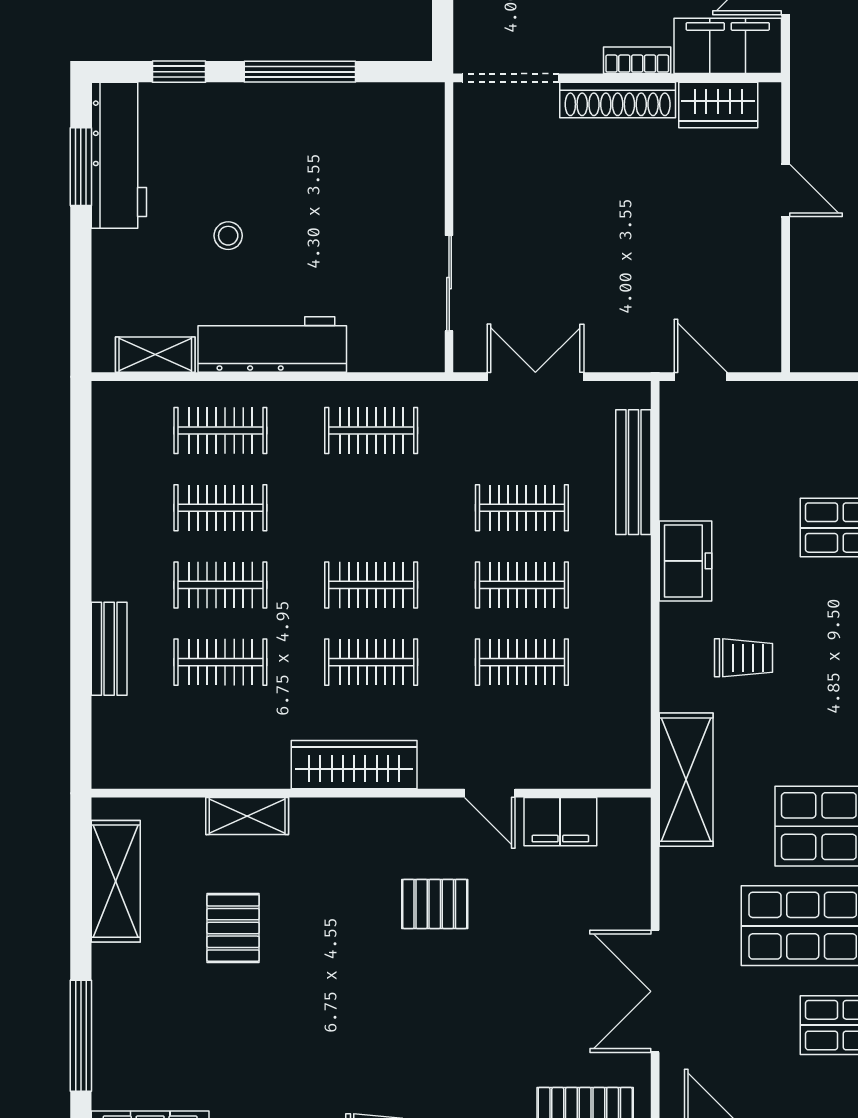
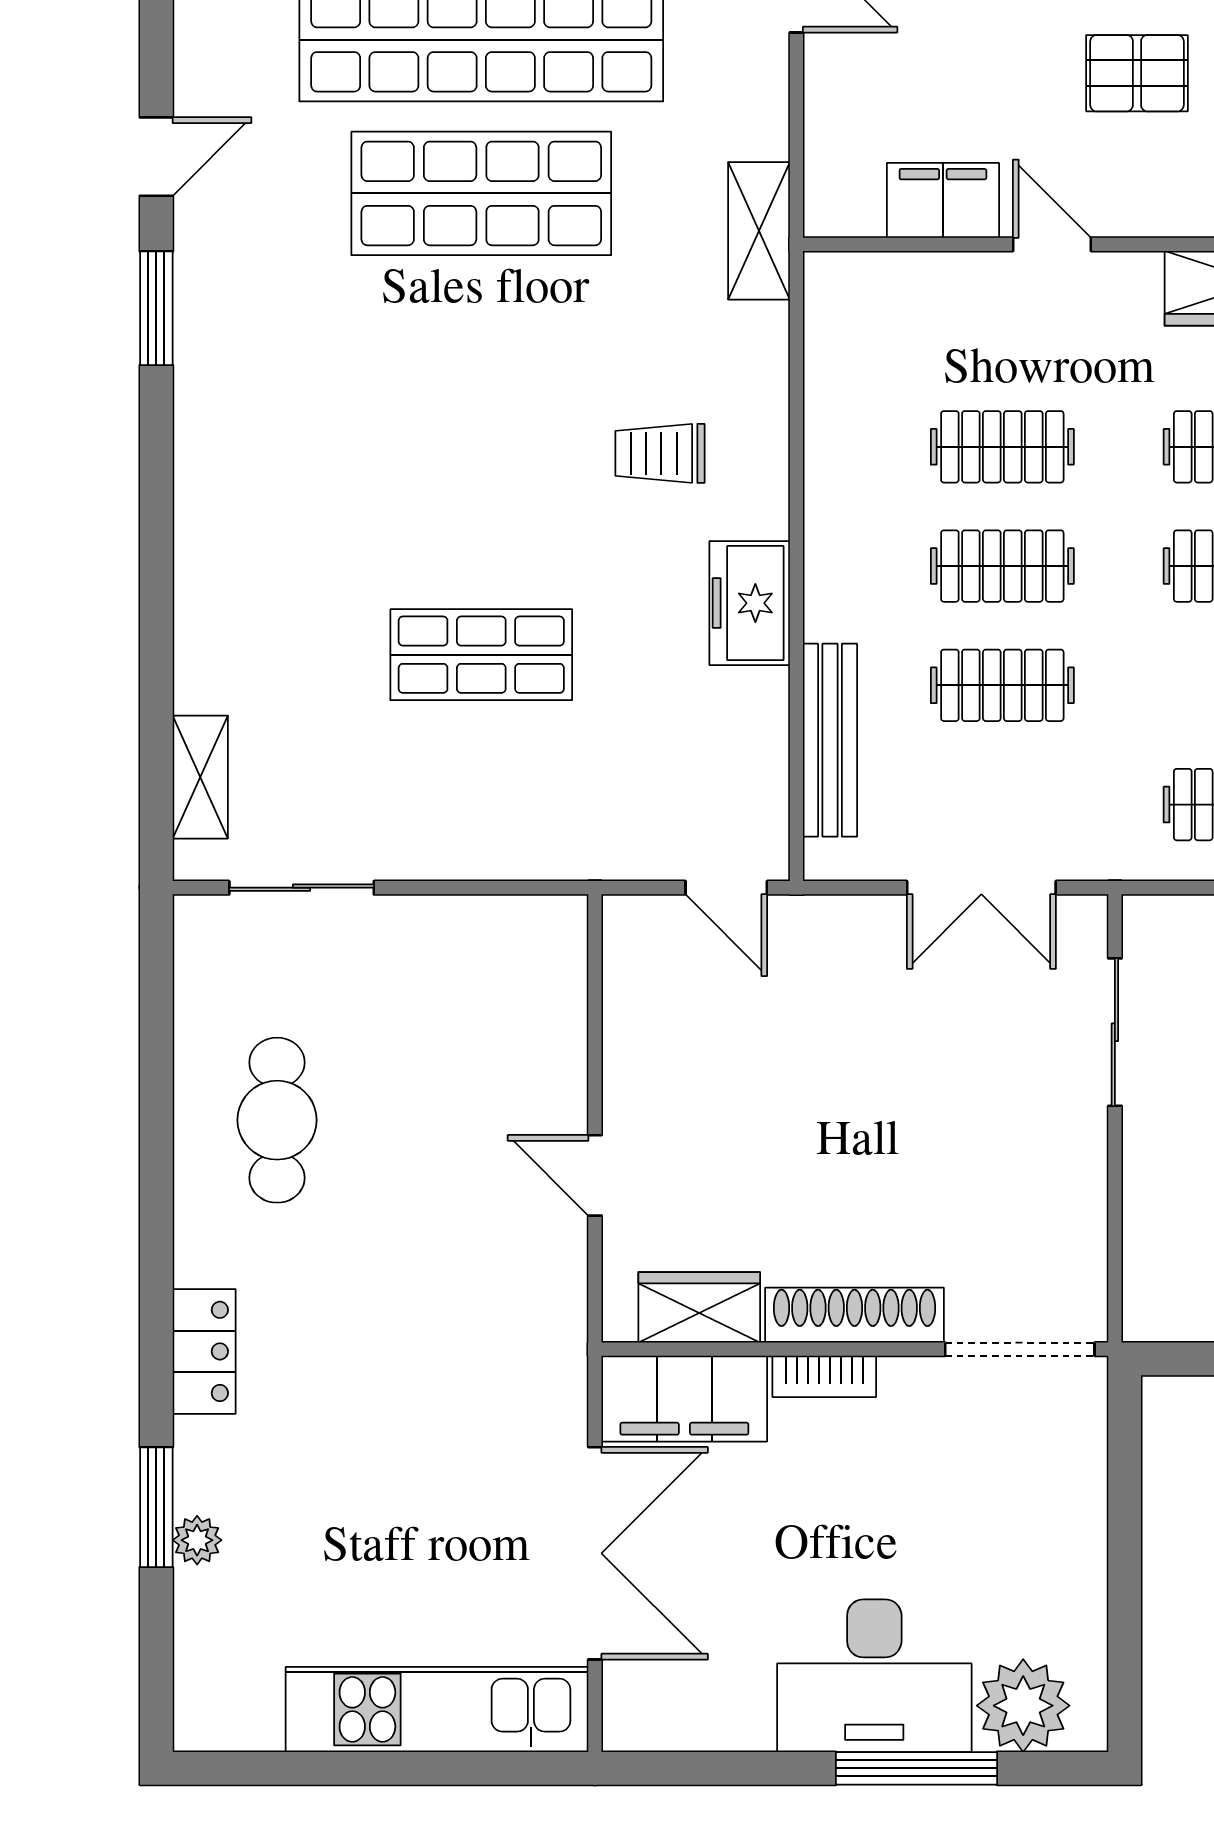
shelving: (686, 780) -> (759, 231), width x0.67, depth x0.75

